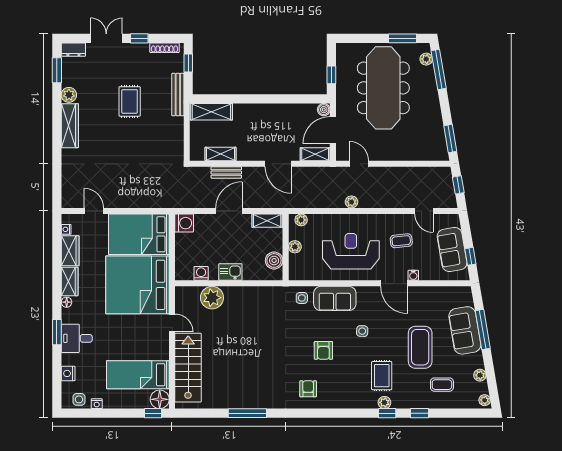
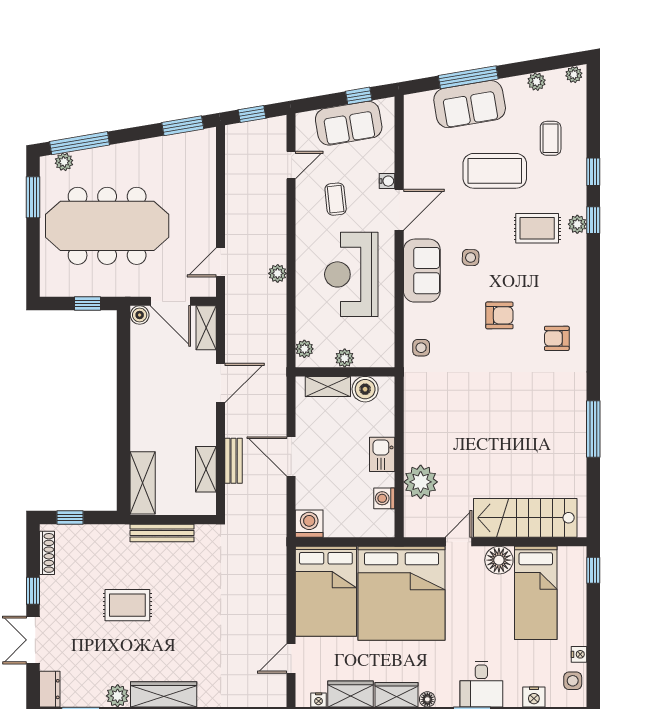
bench: (178, 95) -> (162, 533), moved
shelving: (267, 221) -> (328, 386), moved, turned 90
sofa: (335, 298) -> (422, 271), moved
floor lamp: (160, 399) -> (499, 560), moved

